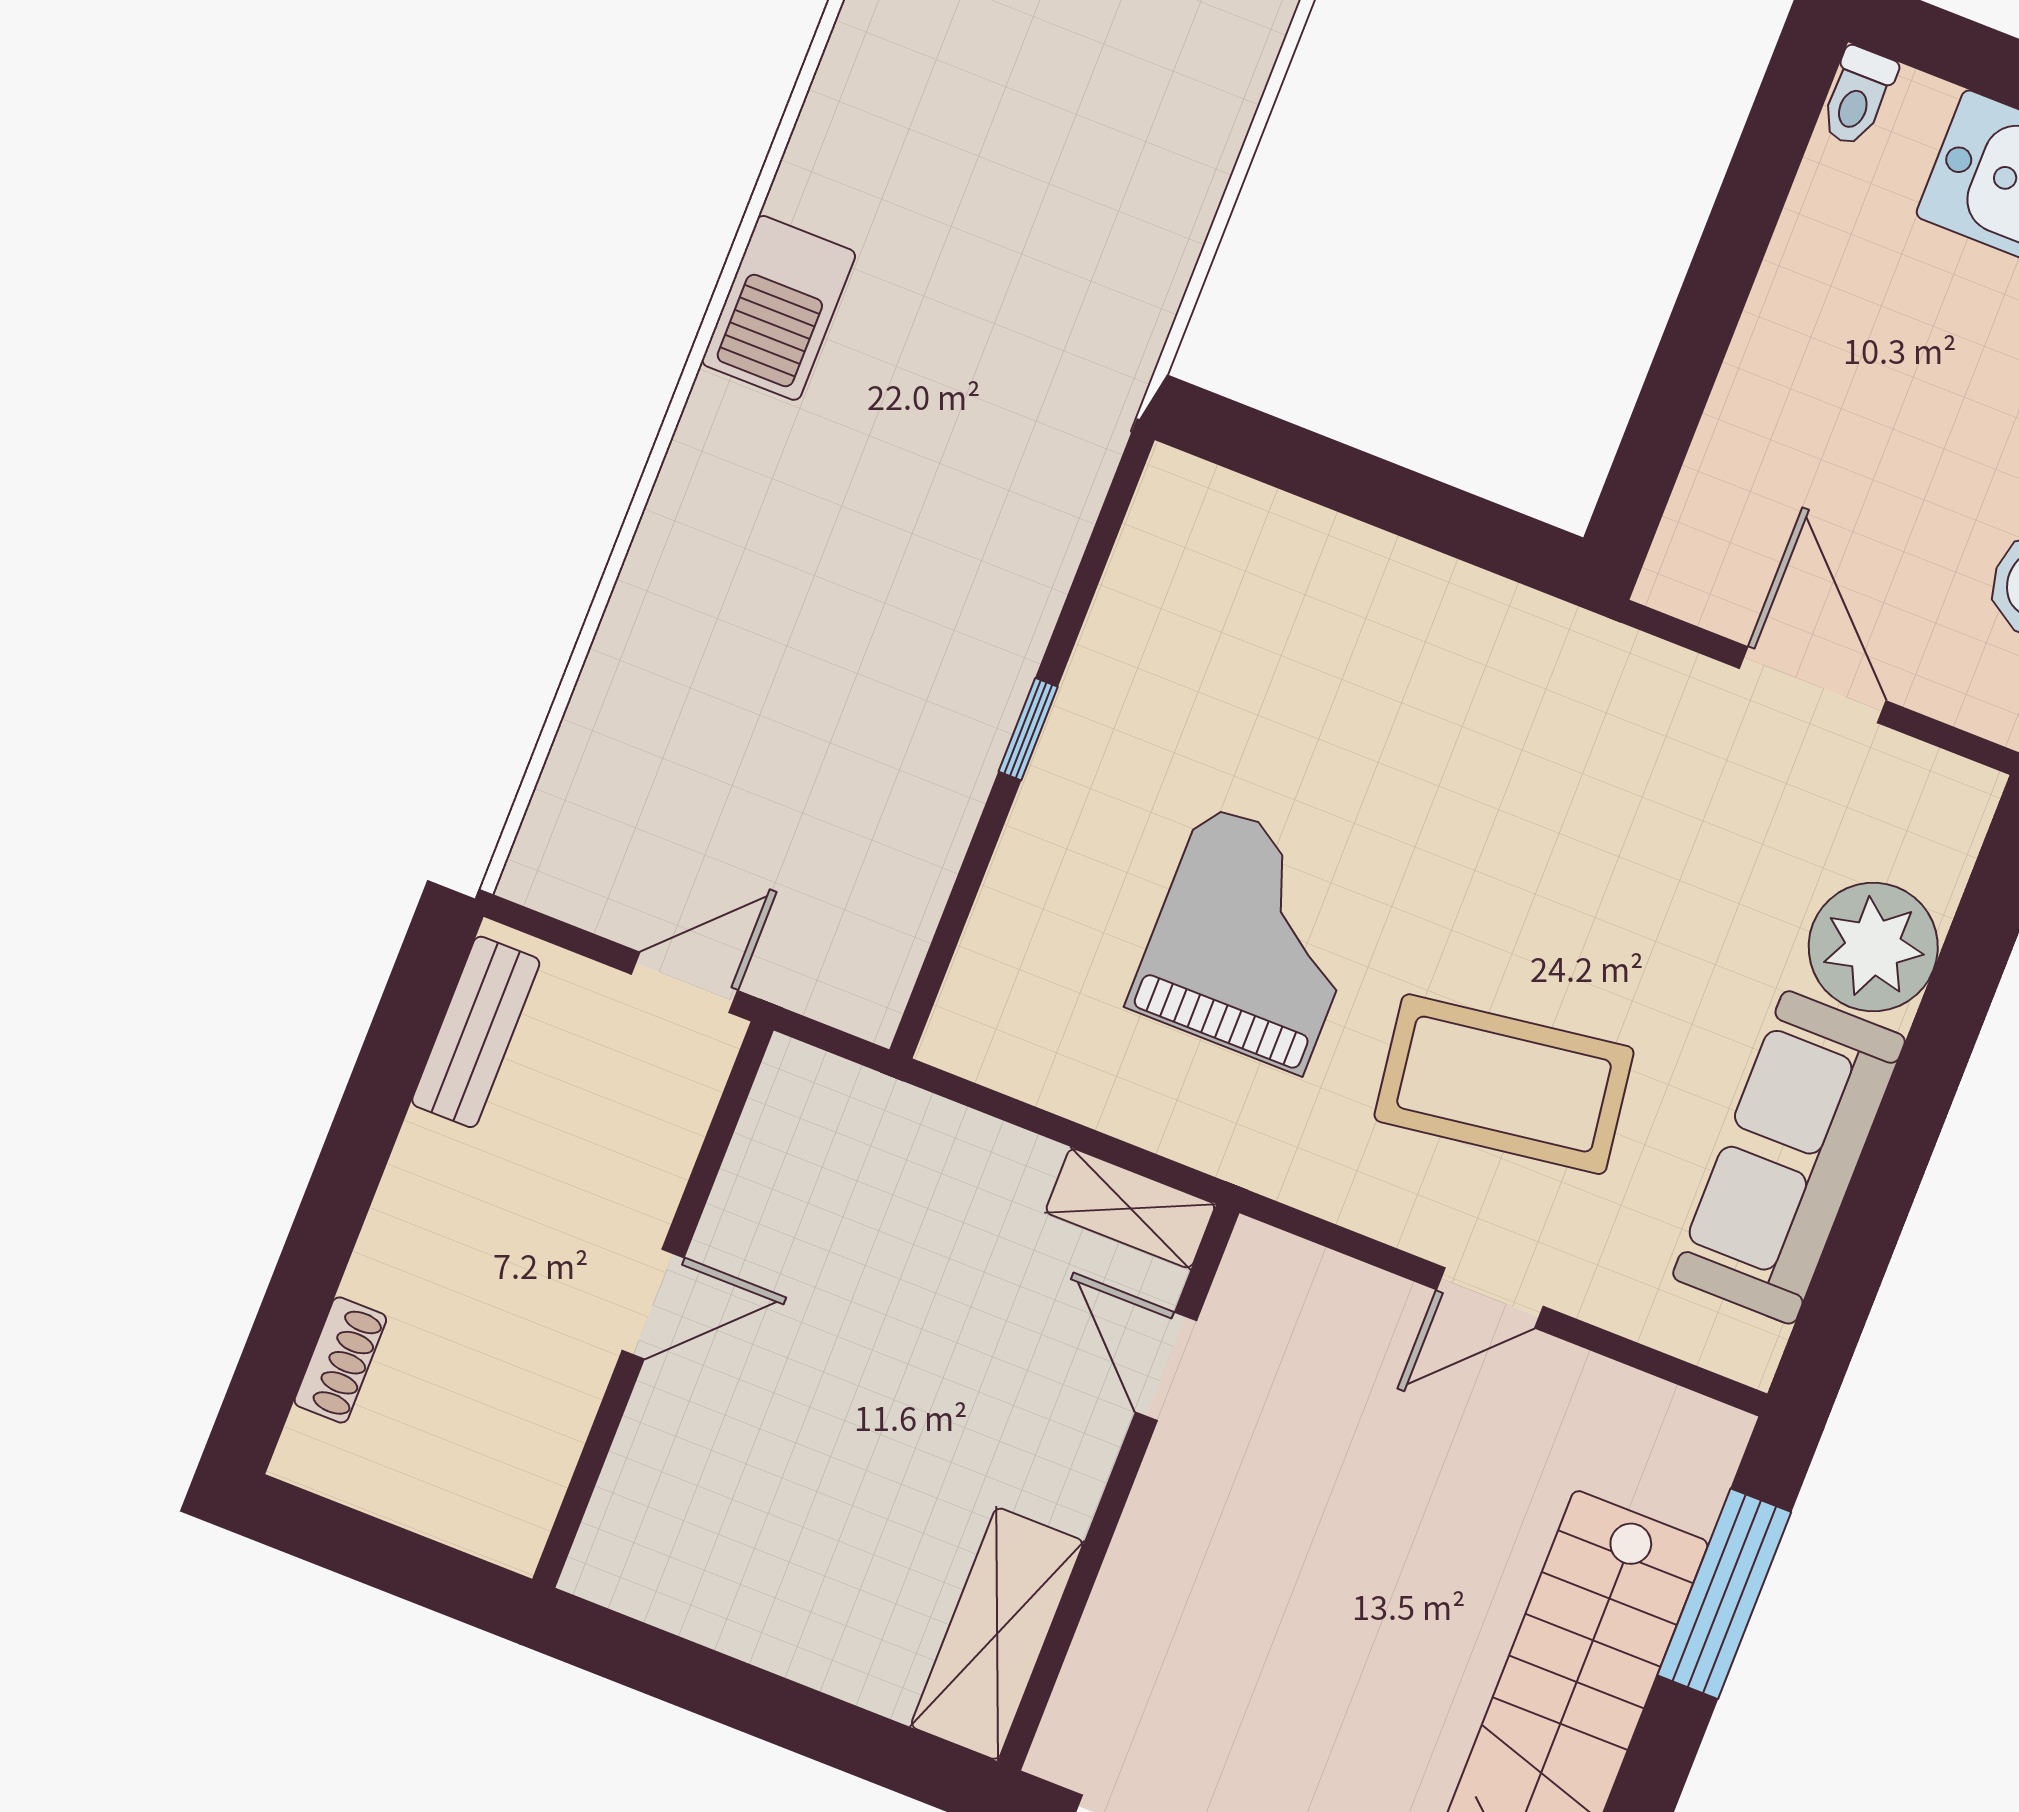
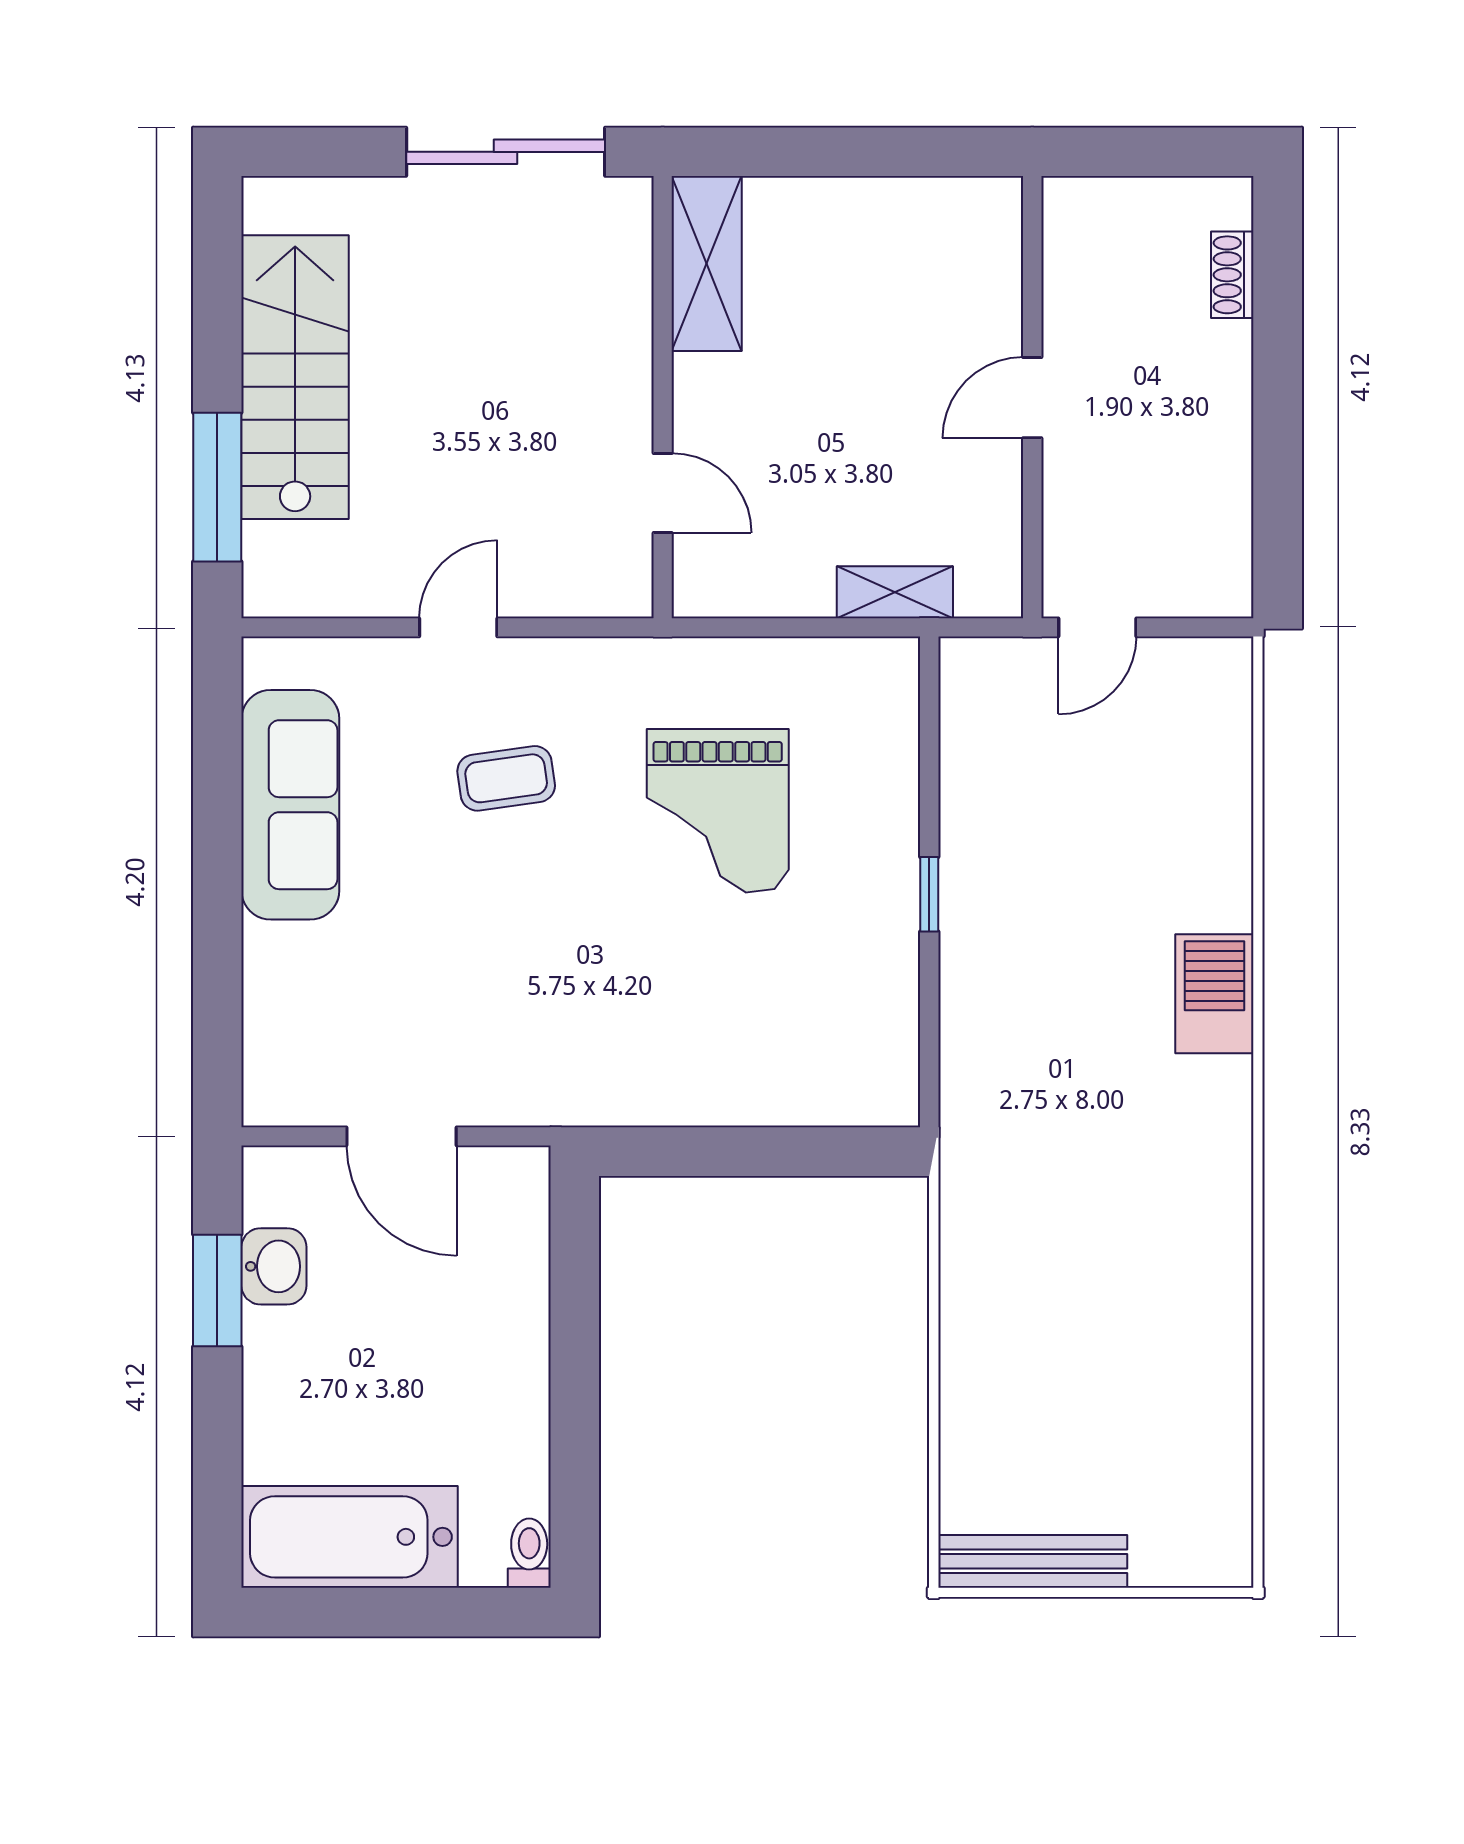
barbecue: (779, 308) -> (1214, 994), moved
plant: (1873, 947) -> (289, 972), removed
bench: (476, 1032) -> (1228, 537), removed
coffee table: (1504, 1084) -> (506, 778), width x0.54, depth x0.58
shelving: (1130, 1208) -> (895, 592), moved

